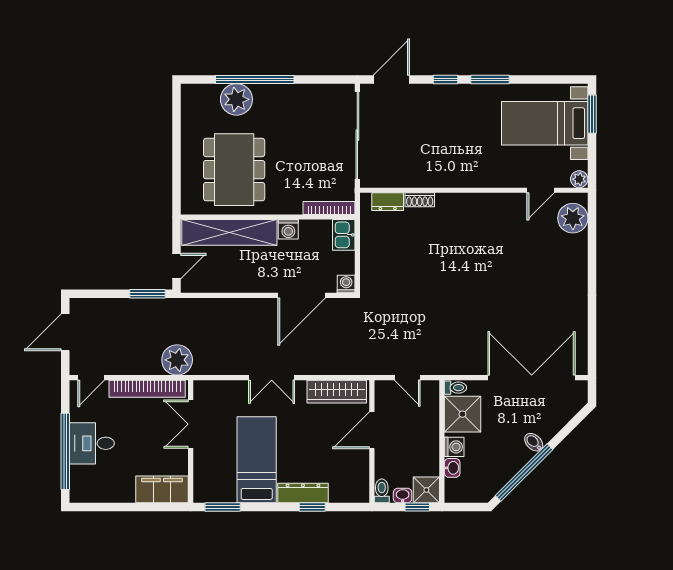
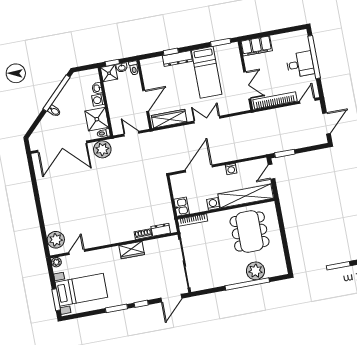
wardrobe: (444, 176) -> (132, 250), added
washing machine: (346, 284) -> (231, 169), moved
plant: (177, 360) -> (102, 149), moved

